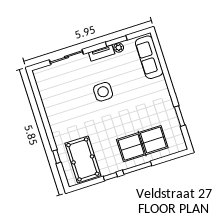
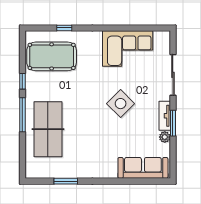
window: (116, 41) -> (173, 123), moved
side table: (103, 92) -> (121, 104), turned 45
corner sofa: (57, 100) -> (128, 48), added

